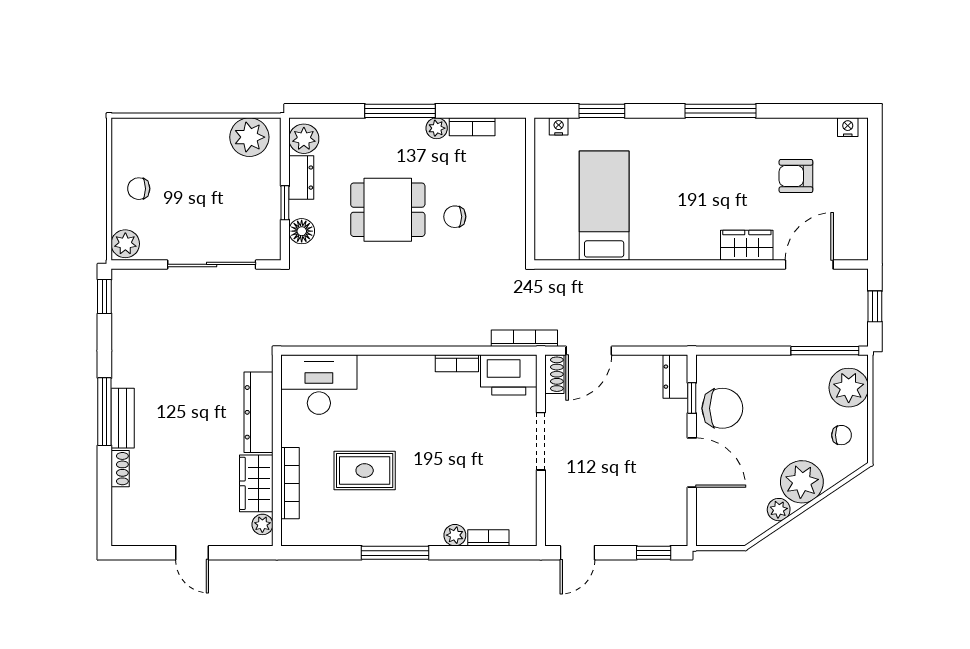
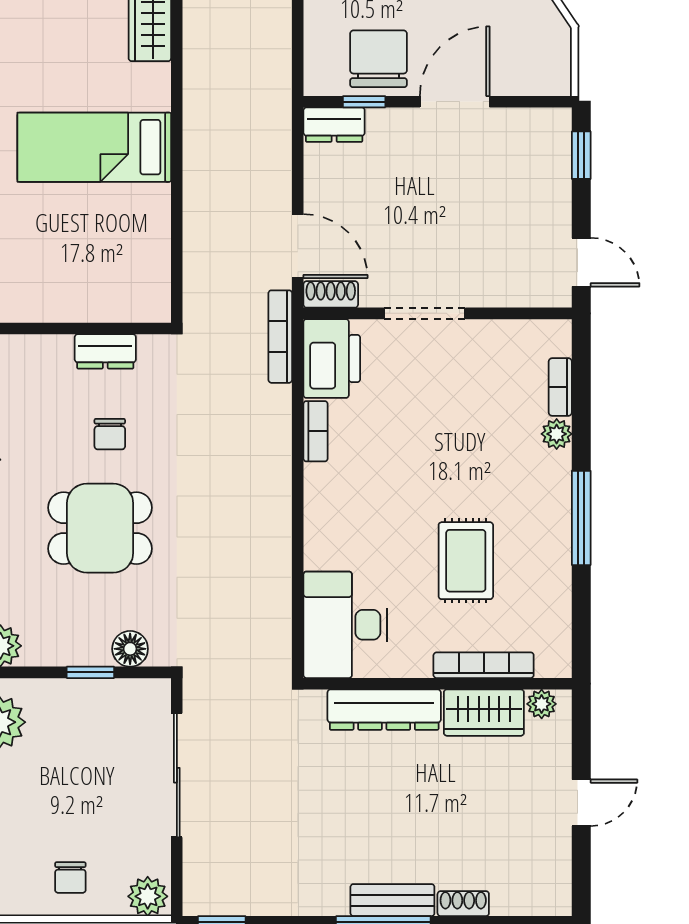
dresser: (301, 178) -> (105, 351), moved, turned 180
bed: (604, 206) -> (94, 147), moved
dining table: (388, 210) -> (100, 528), turned 90

